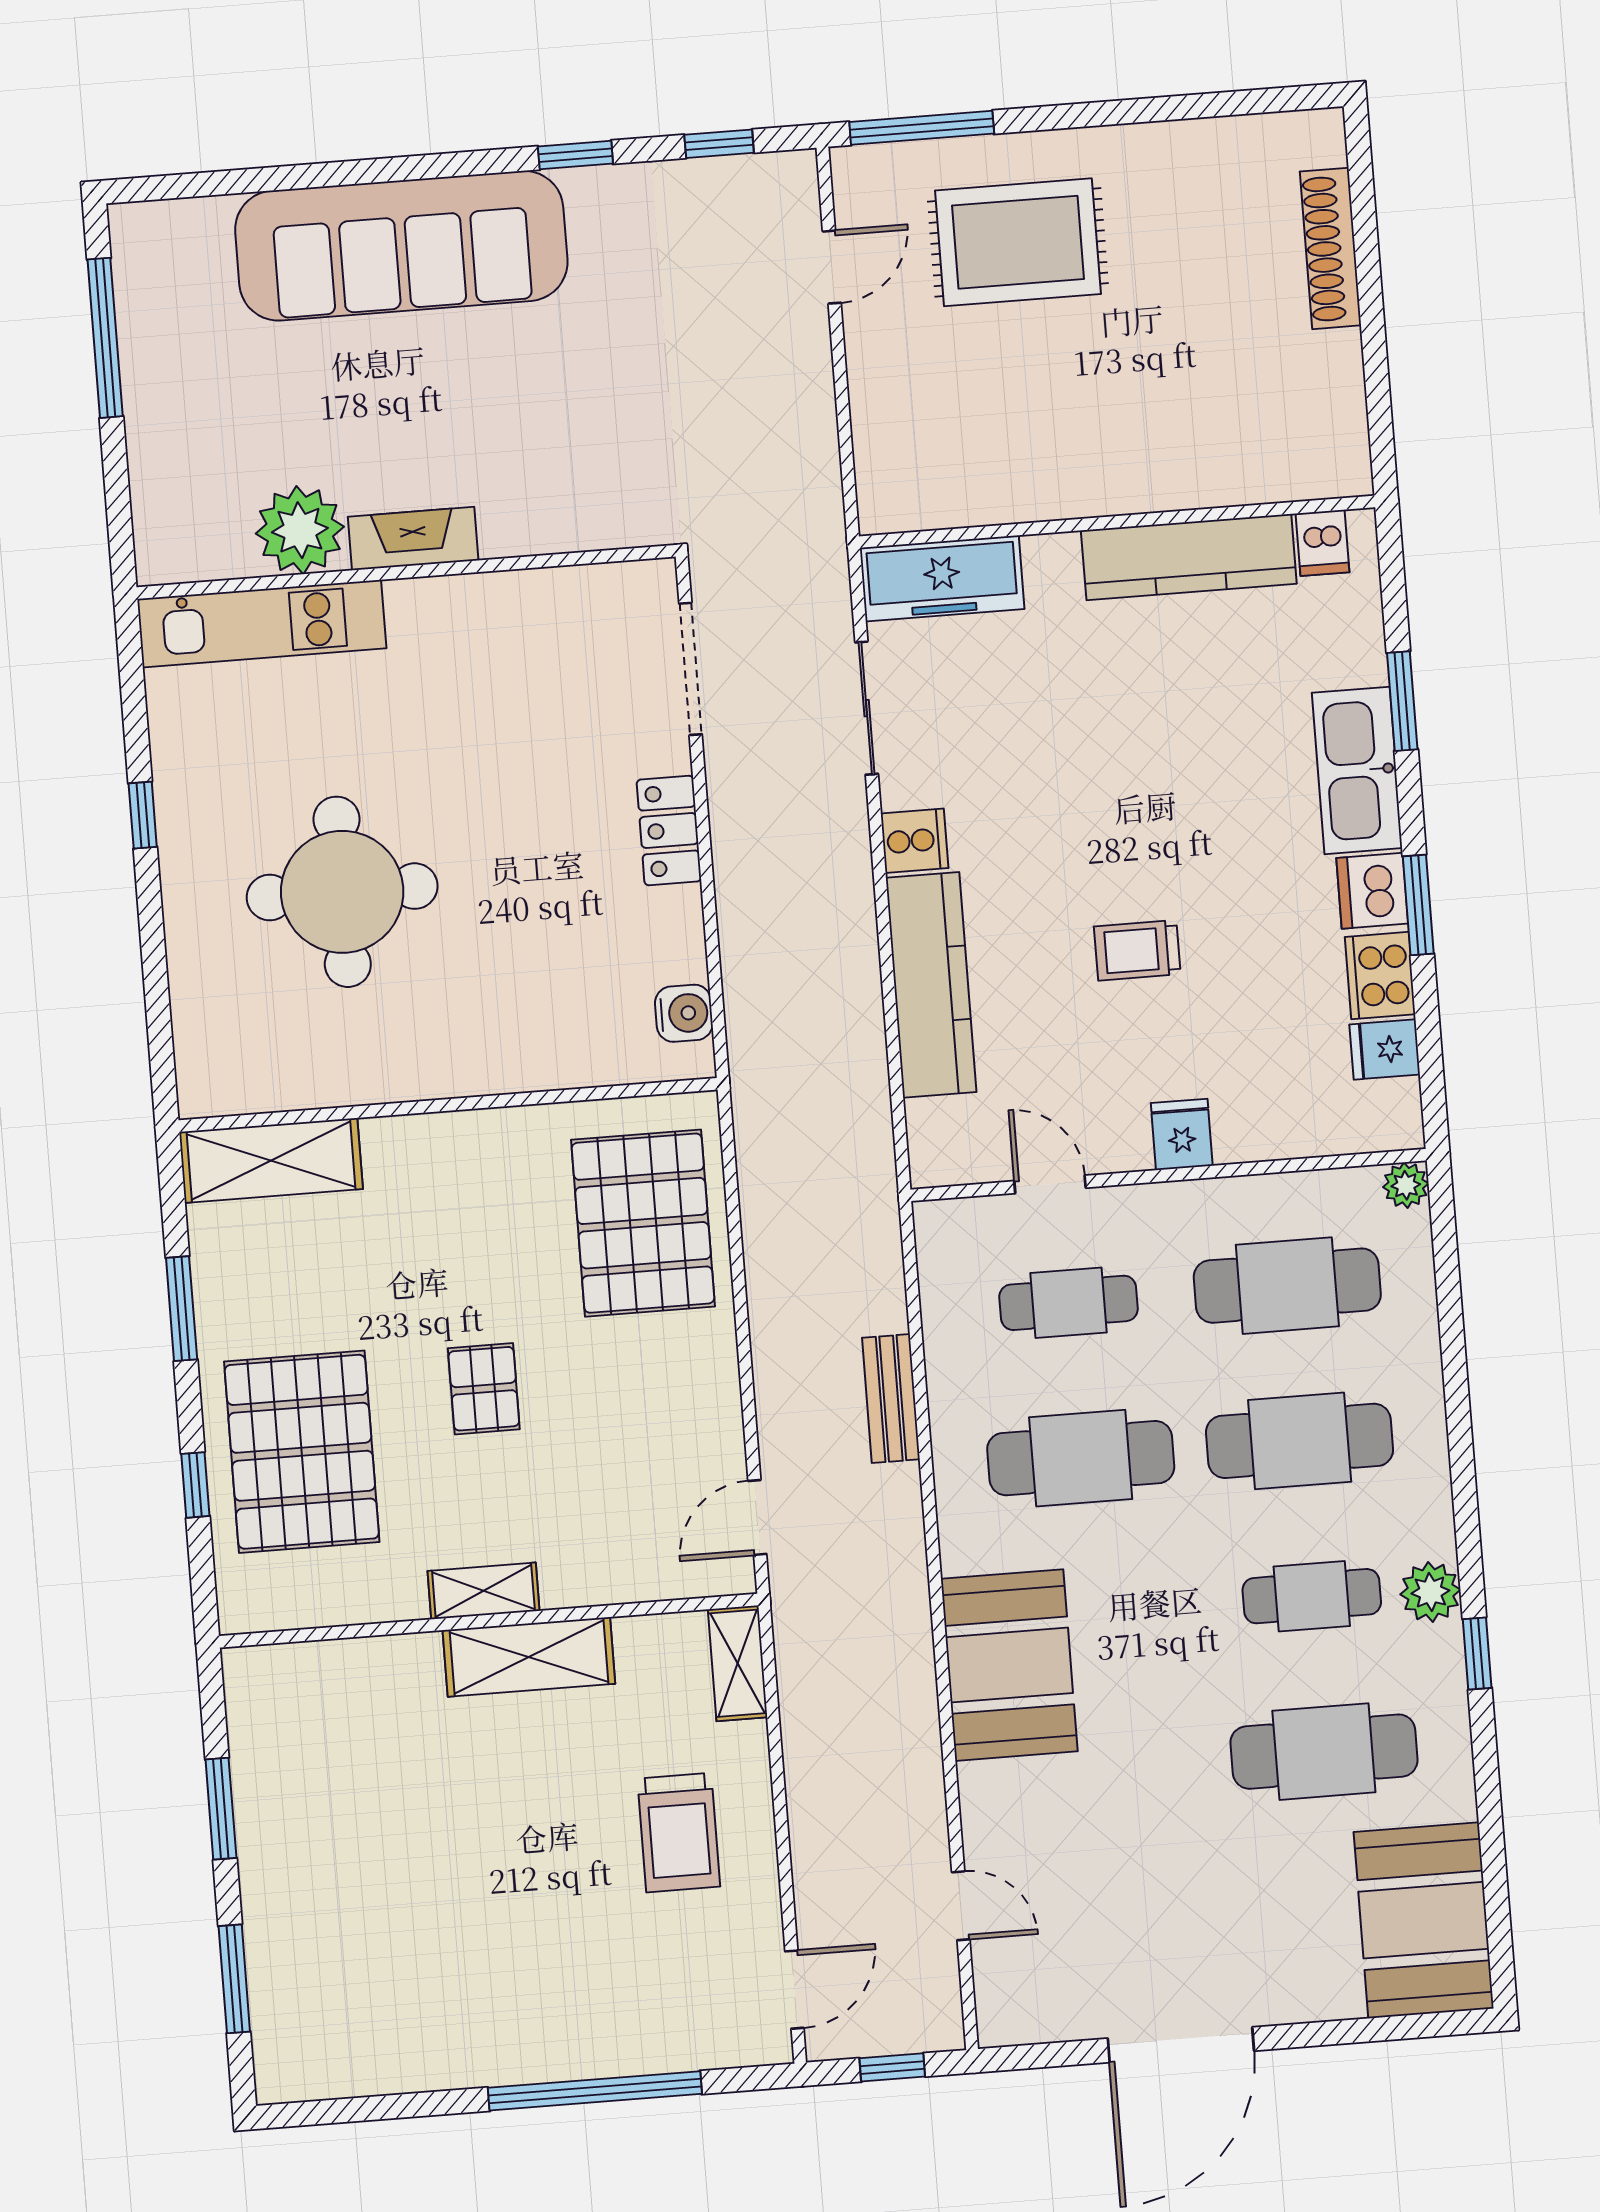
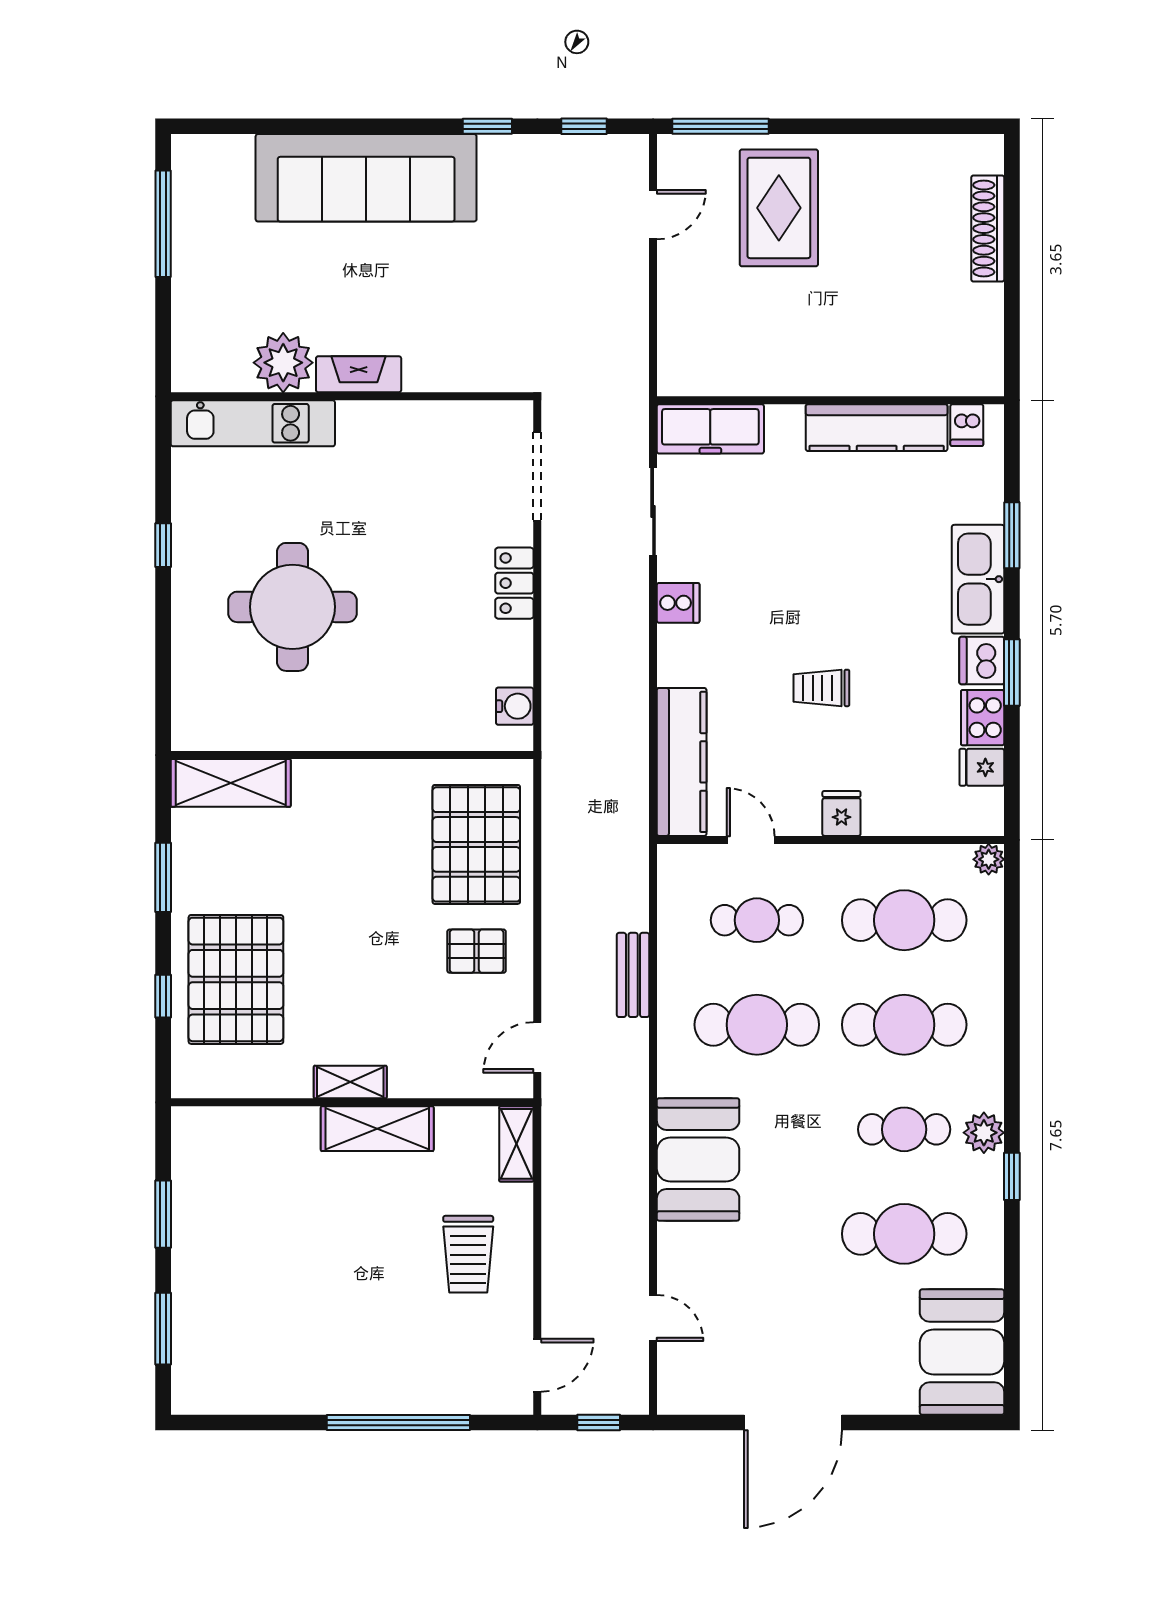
rug: (1018, 242) -> (779, 208), turned 90
kitchen counter: (931, 985) -> (682, 762), moved
pallet: (484, 1389) -> (477, 951), moved, turned 90

